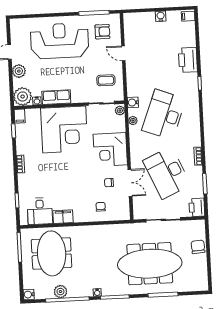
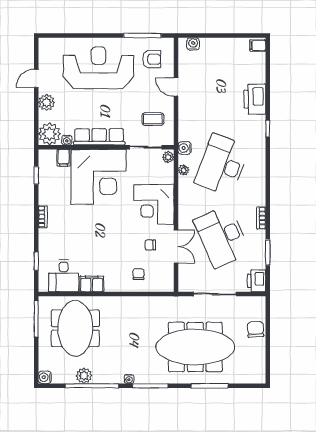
water cooler: (161, 16) -> (193, 44), moved
row of seats: (56, 97) -> (99, 137), width x1.48
filing cabinet: (20, 116) -> (64, 158), moved

